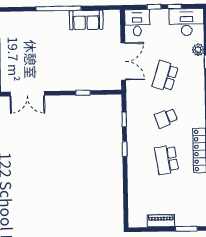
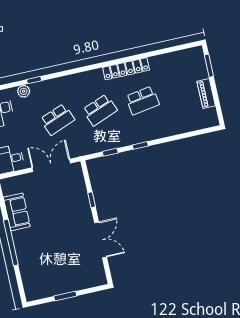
school desk: (165, 76) -> (57, 119), turned -39
double door: (27, 94) -> (101, 240), moved
school desk: (166, 118) -> (100, 110), width x1.85

